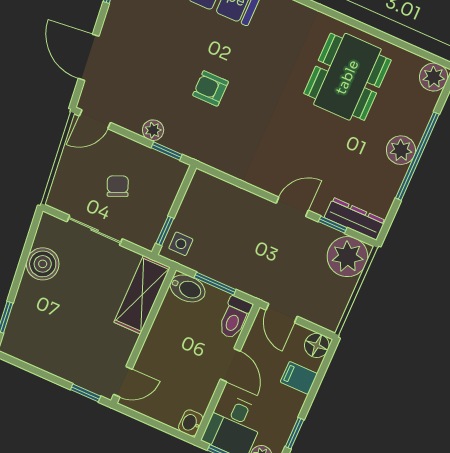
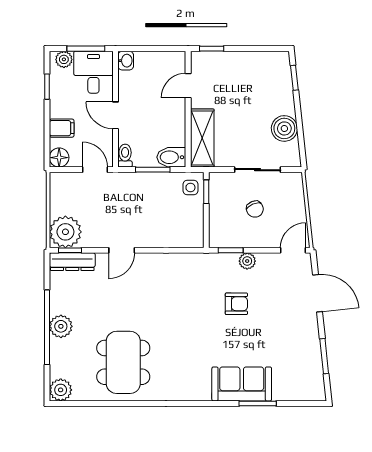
armchair: (210, 88) -> (236, 304), moved
window: (333, 225) -> (70, 250), moved
toilet: (235, 318) -> (125, 156), width x0.73, depth x0.72
door: (123, 382) -> (188, 86), moved

